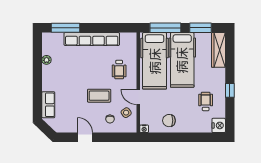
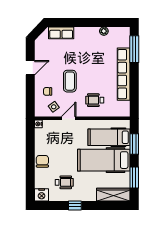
window: (165, 28) -> (134, 144), width x0.69
hospital bed: (155, 61) -> (109, 137), width x0.73, depth x0.78
chair: (169, 121) -> (42, 161), moved

